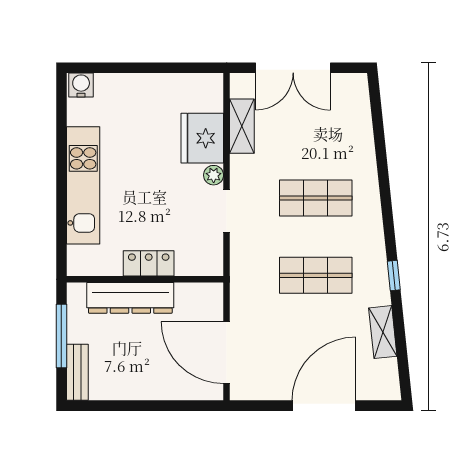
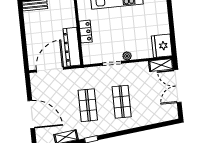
shelving: (242, 126) -> (161, 65), moved
fridge: (202, 138) -> (162, 46), moved, turned -90
dresser: (130, 298) -> (72, 47), moved

